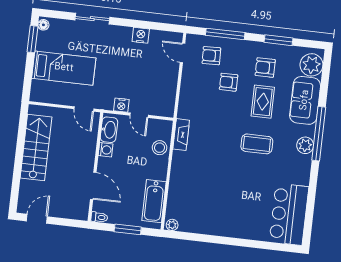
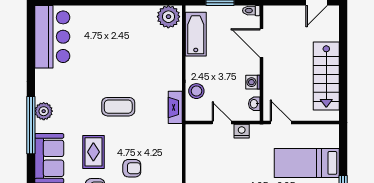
washbasin: (109, 130) -> (254, 104), width x0.52, depth x0.69
coffee table: (257, 144) -> (118, 107), moved
plant: (172, 225) -> (168, 17), width x1.88, depth x1.88

